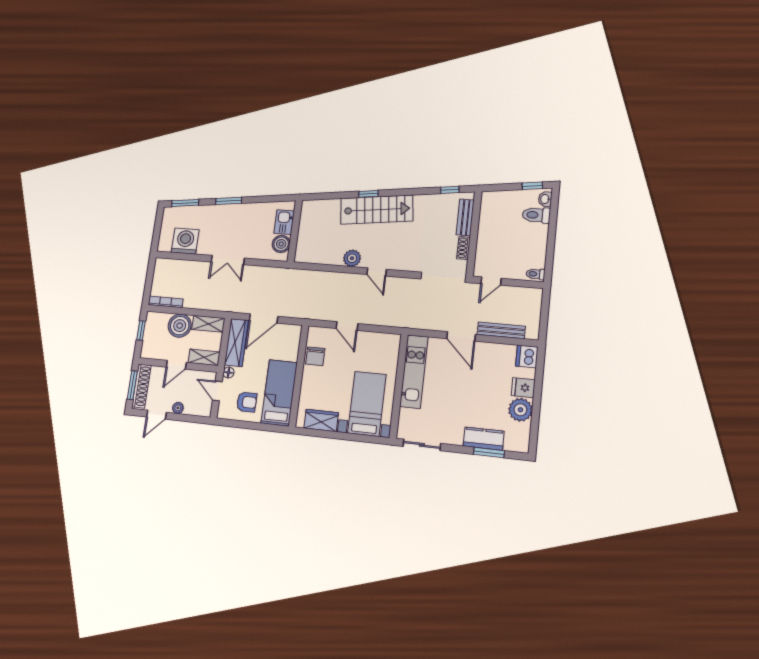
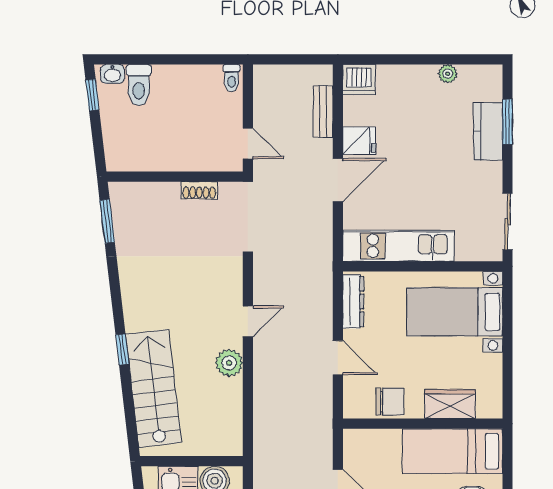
window: (450, 190) -> (107, 221), width x1.50
stairs: (377, 210) -> (154, 388), moved
bench: (465, 217) -> (150, 193), removed
door: (347, 326) -> (338, 358), hinge flipped
bench: (501, 330) -> (323, 112), width x0.73
dresser: (381, 339) -> (353, 302), added
fridge: (523, 388) -> (359, 141), moved, turned -90
plant: (520, 410) -> (448, 74), width x0.53, depth x0.53
wardrobe: (321, 420) -> (450, 404), moved, turned 90

